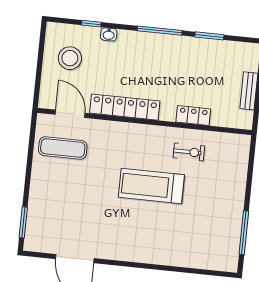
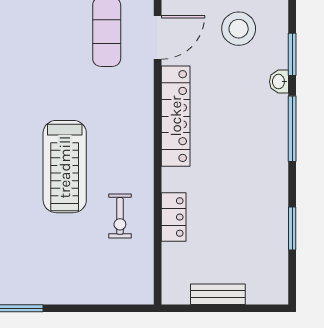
window: (91, 24) -> (292, 54), width x1.50
window: (160, 31) -> (292, 129), moved
treadmill: (151, 186) -> (65, 167), turned 180

